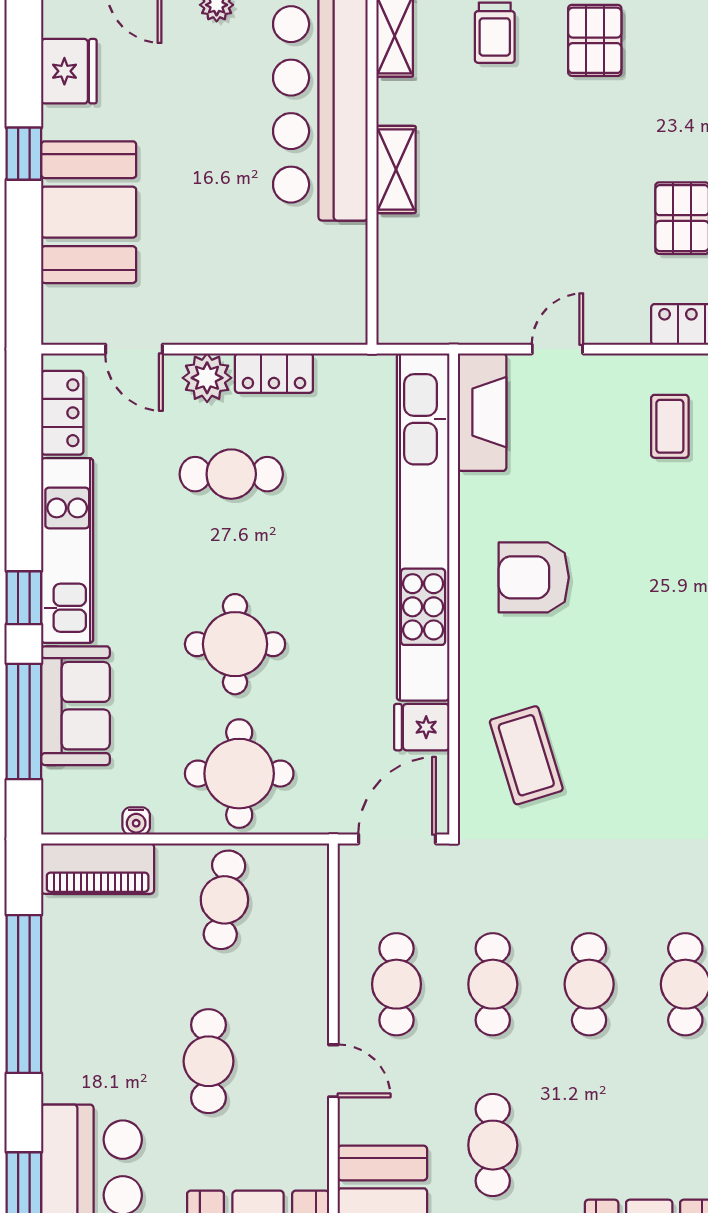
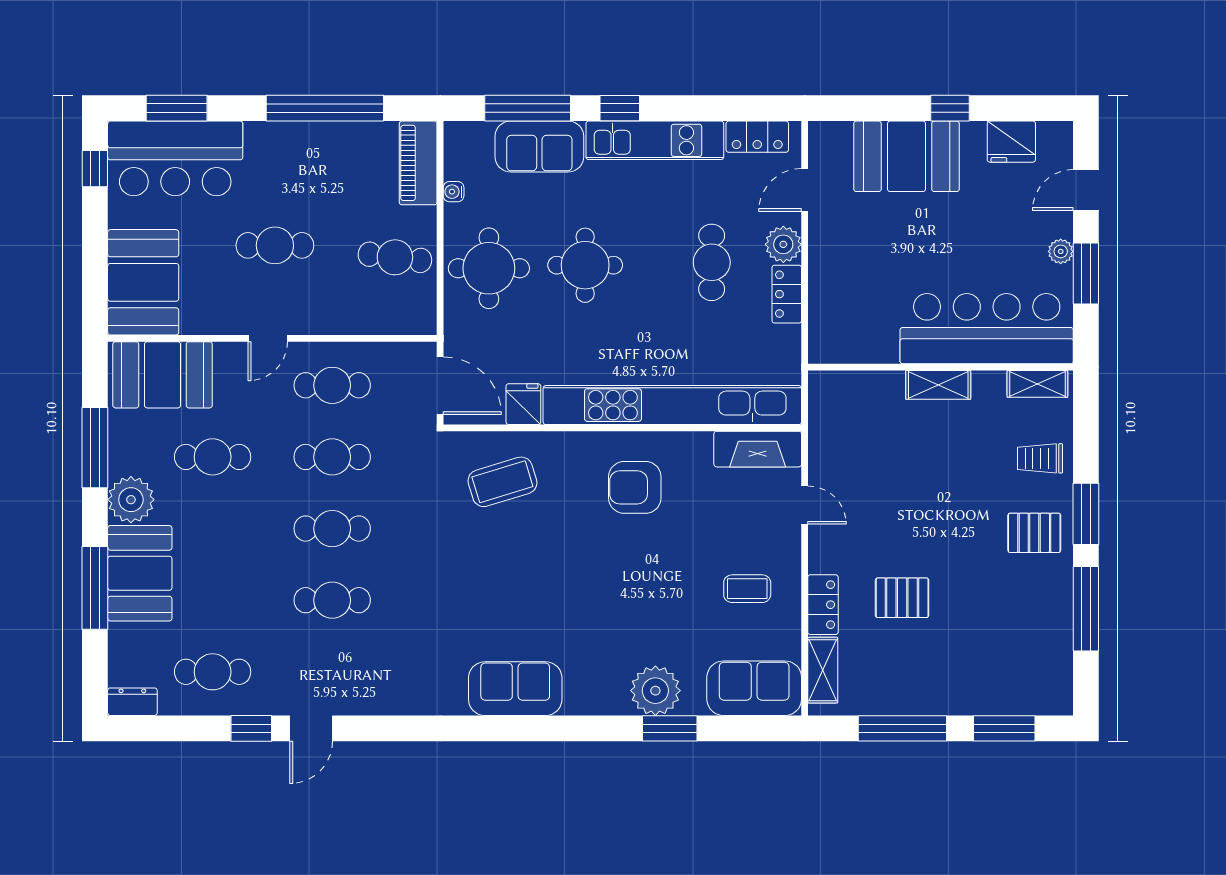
armchair: (534, 577) -> (635, 487), turned -90

